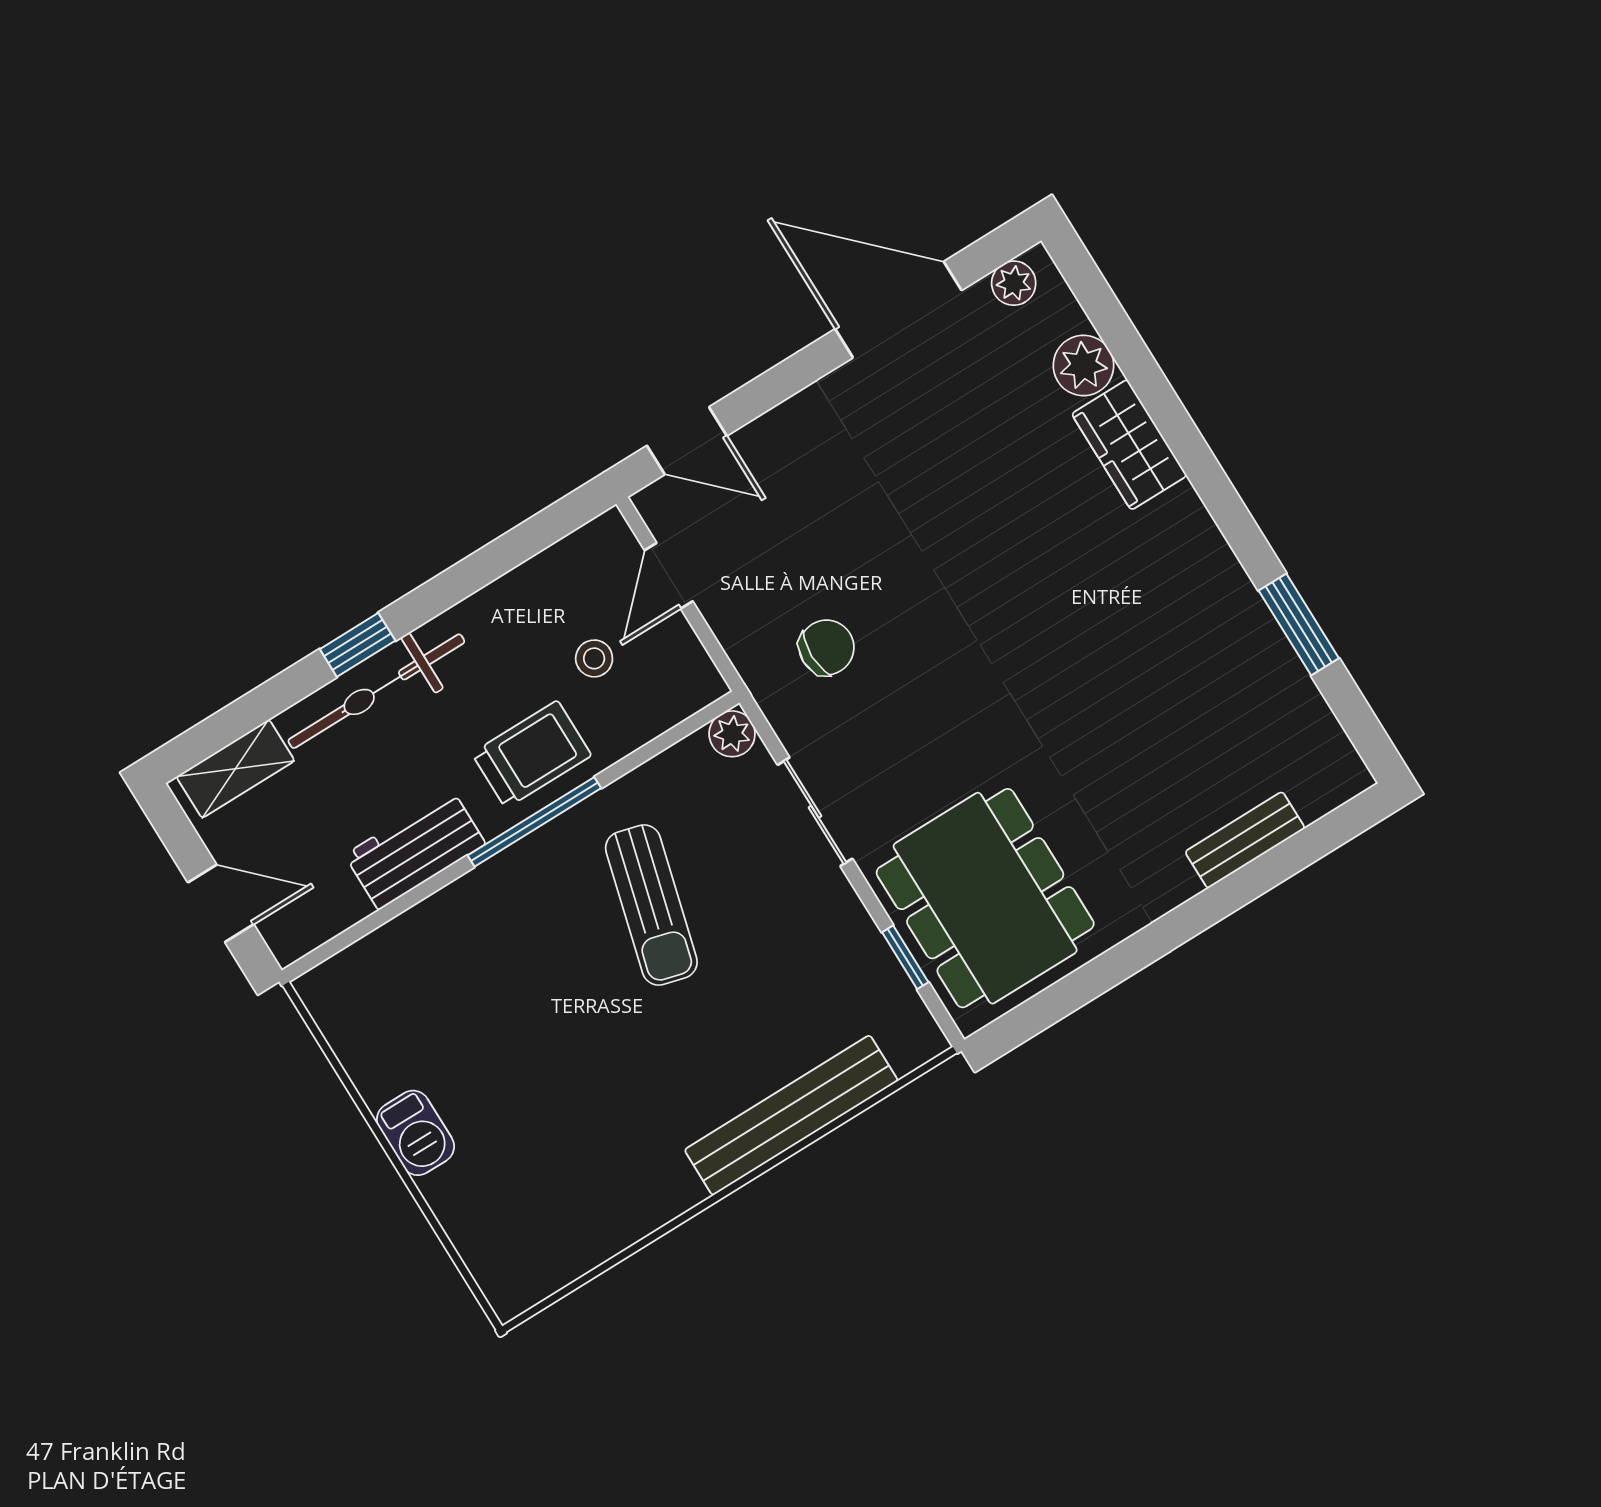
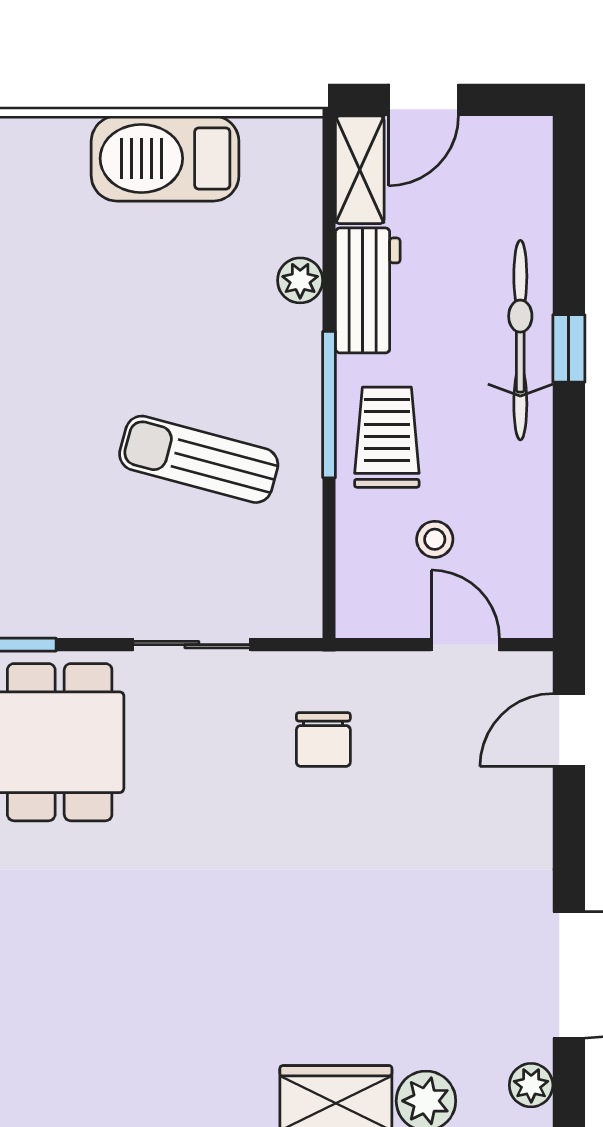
plant: (732, 734) -> (300, 280), moved
trolley: (532, 754) -> (387, 437), turned 180
shelving: (235, 769) -> (360, 170), moved
barbecue: (415, 1133) -> (165, 158), width x1.88, depth x1.53

